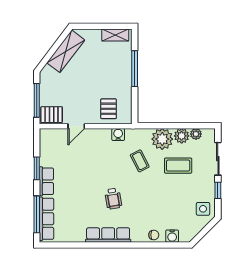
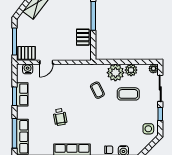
pallet: (109, 109) -> (83, 37), moved
water cooler: (118, 134) -> (28, 69), moved
plant: (196, 134) -> (153, 69), moved
row of seats: (46, 181) -> (22, 94), moved
wheelchair: (113, 199) -> (60, 117), moved

